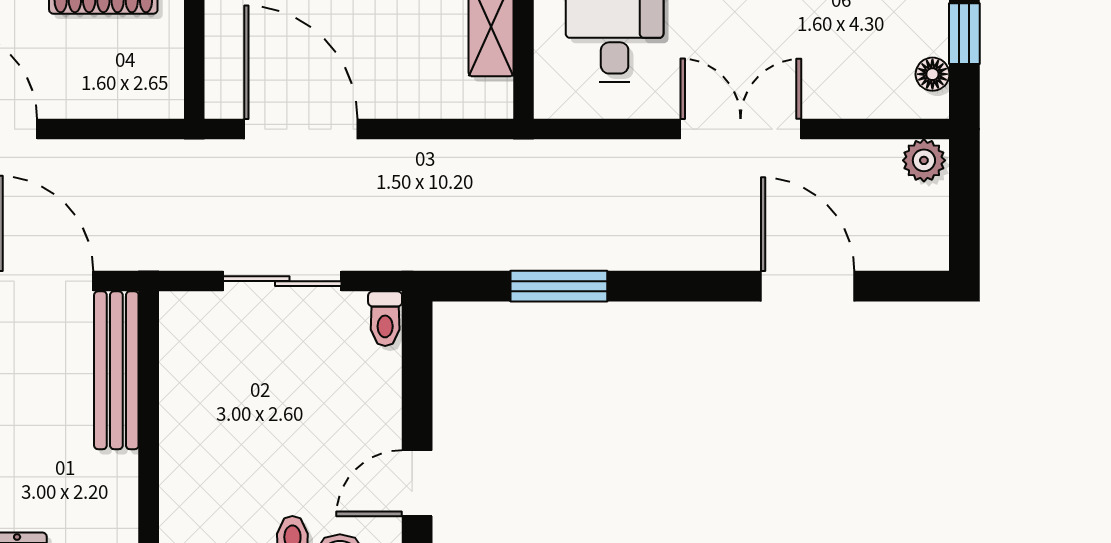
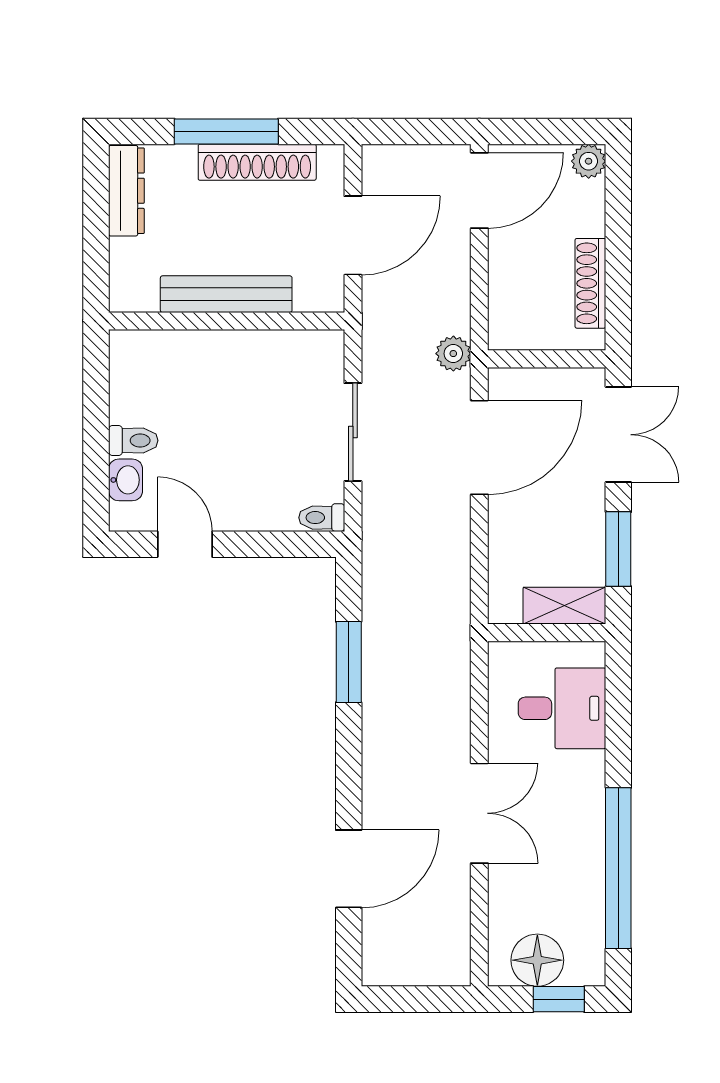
floor lamp: (932, 74) -> (537, 960), width x1.89, depth x1.89
plant: (924, 160) -> (453, 354), moved
bench: (116, 370) -> (226, 294), moved

